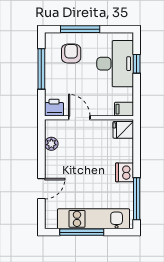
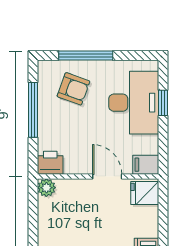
armchair: (71, 53) -> (73, 89), turned 110
door: (79, 118) -> (107, 176), moved
plant: (51, 144) -> (46, 188), moved

